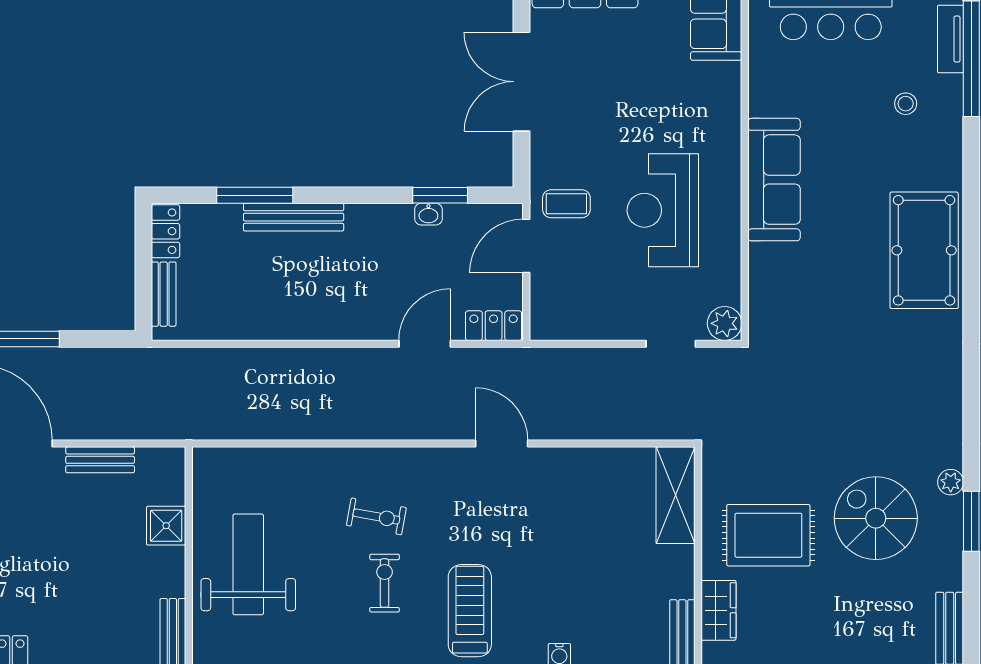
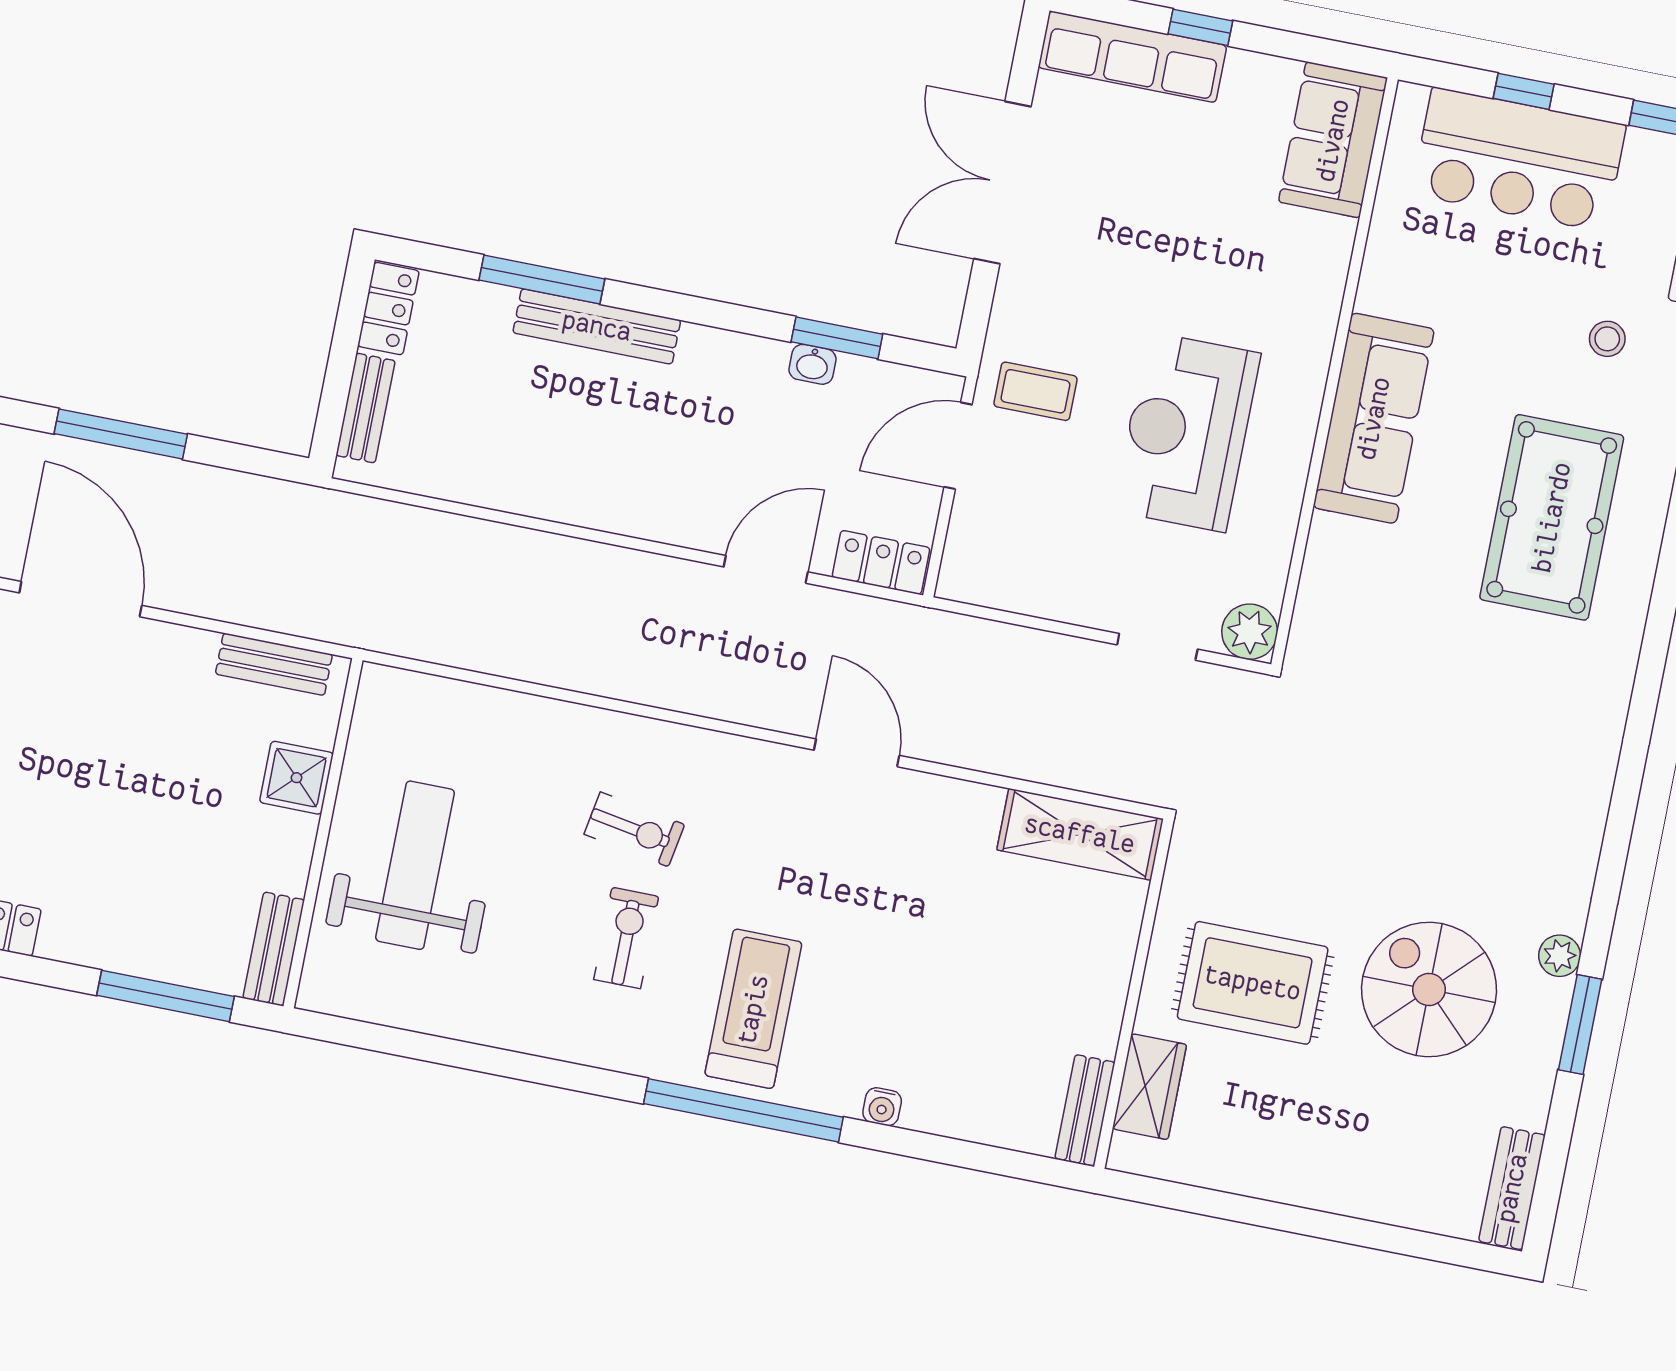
pool table: (924, 250) -> (1552, 517), moved
bench: (100, 460) -> (274, 664), moved
shelving: (675, 495) -> (1080, 834), moved, turned 90

